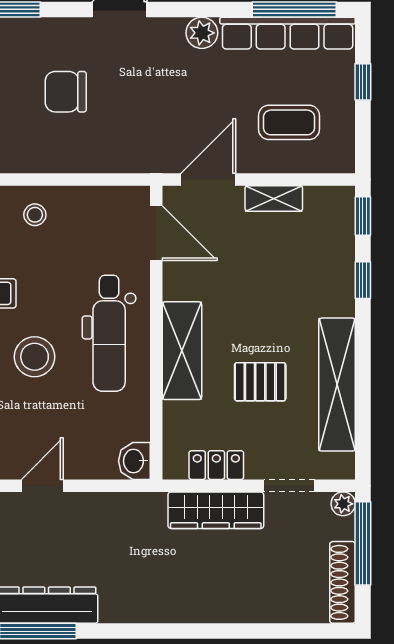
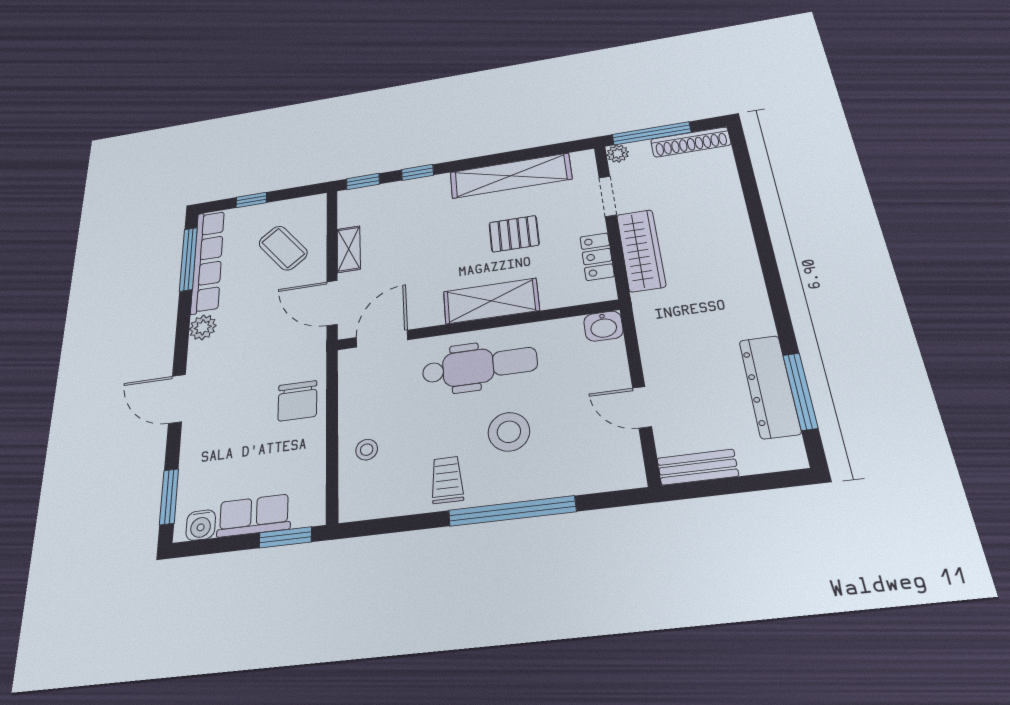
chair: (66, 92) -> (297, 401), moved
coffee table: (289, 122) -> (283, 248), turned -38
pallet: (260, 382) -> (514, 234), turned 90

